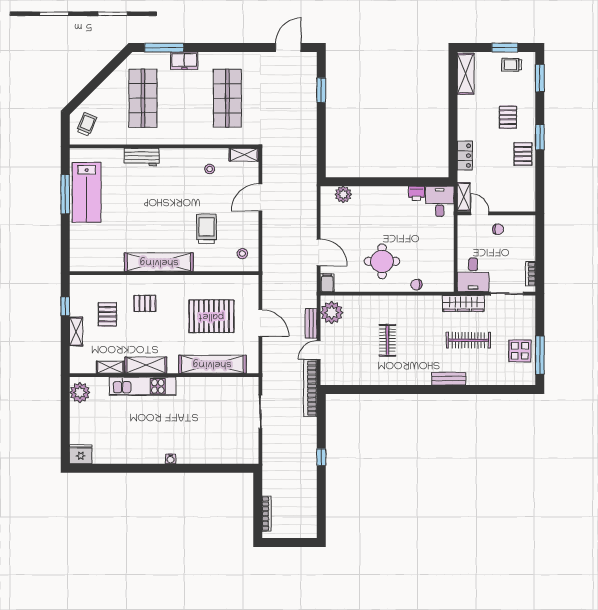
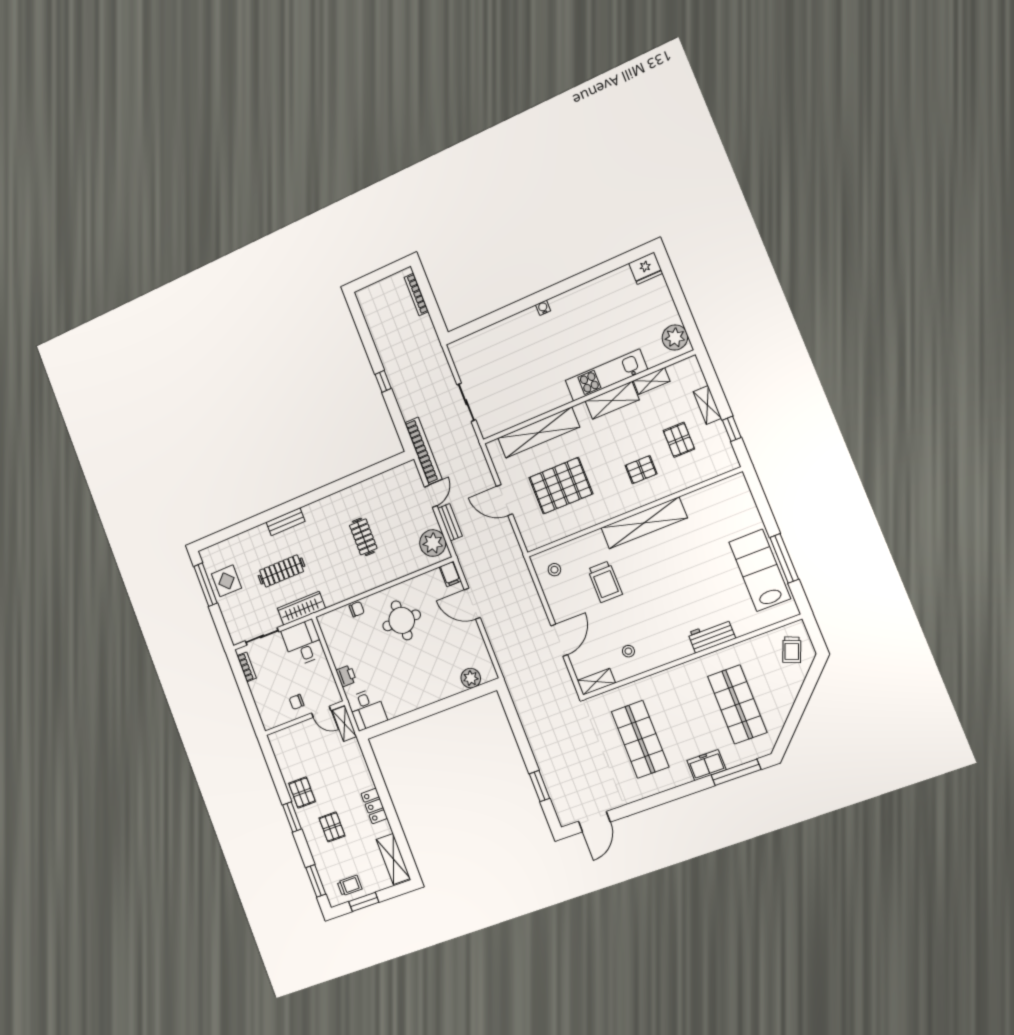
locker: (465, 156) -> (374, 806), moved
printer: (417, 193) -> (346, 676), moved, turned 90

